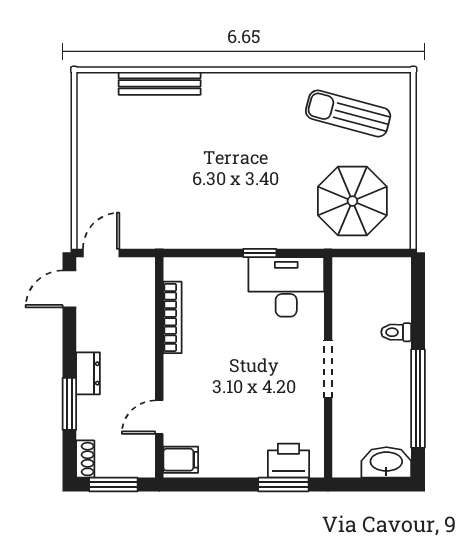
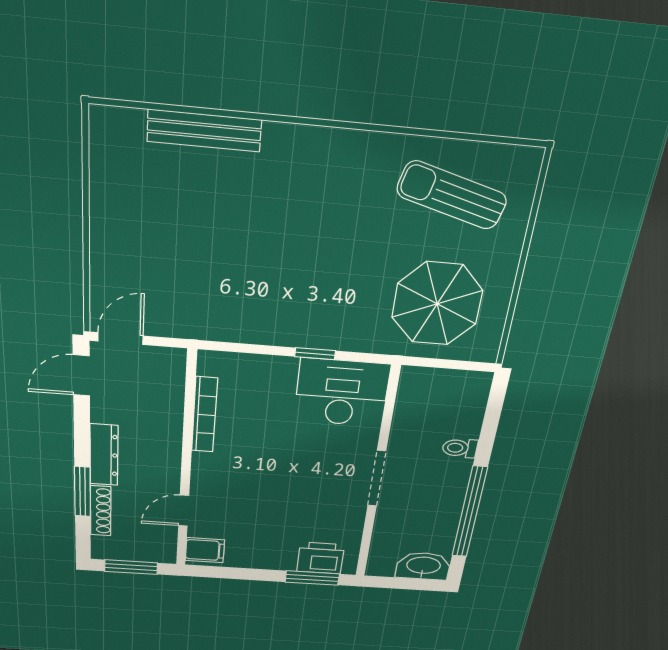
dresser: (88, 373) -> (104, 455), width x1.44
shoe rack: (85, 459) -> (101, 511), moved, width x1.43

